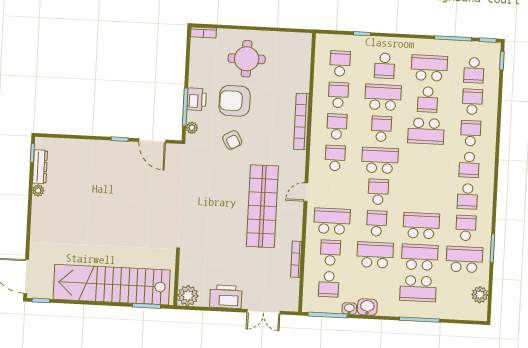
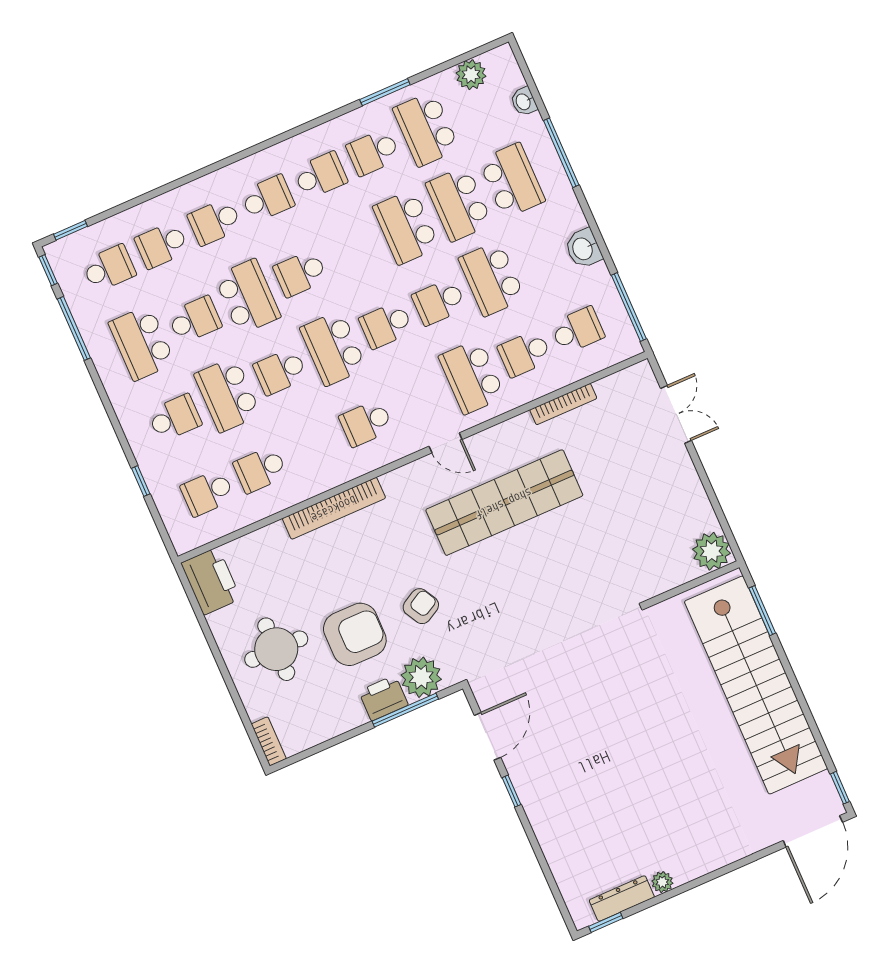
armchair: (235, 101) -> (355, 634), turned -90
school desk: (337, 127) -> (300, 273), moved
plant: (192, 128) -> (421, 677), width x1.87, depth x1.87
printer: (226, 297) -> (211, 581), moved, turned 180
washbasin: (349, 309) -> (524, 102), moved

